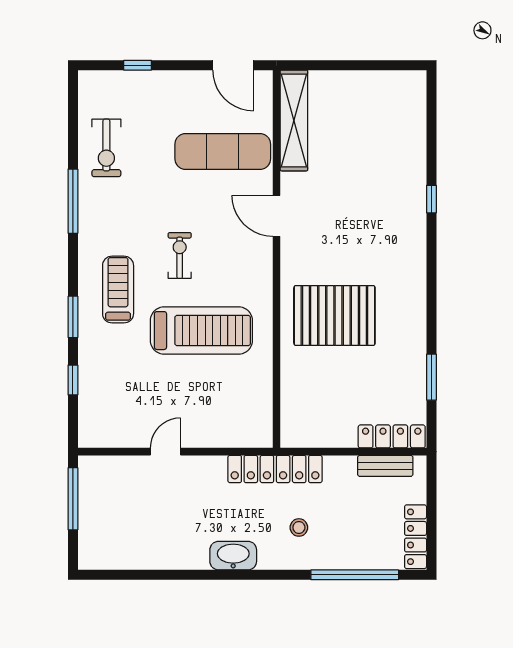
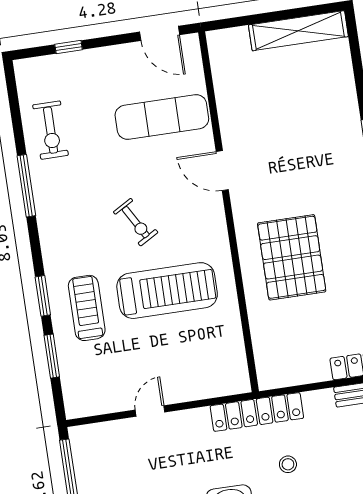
shelving: (294, 120) -> (298, 31), moved, turned 90
exercise bike: (180, 255) -> (136, 222), turned 150
treadmill: (118, 290) -> (87, 308), moved
pallet: (334, 316) -> (292, 257), turned 90
window: (73, 380) -> (52, 356), width x1.50

